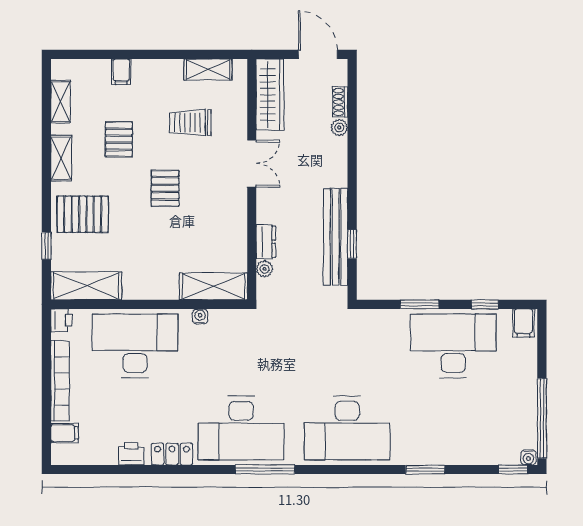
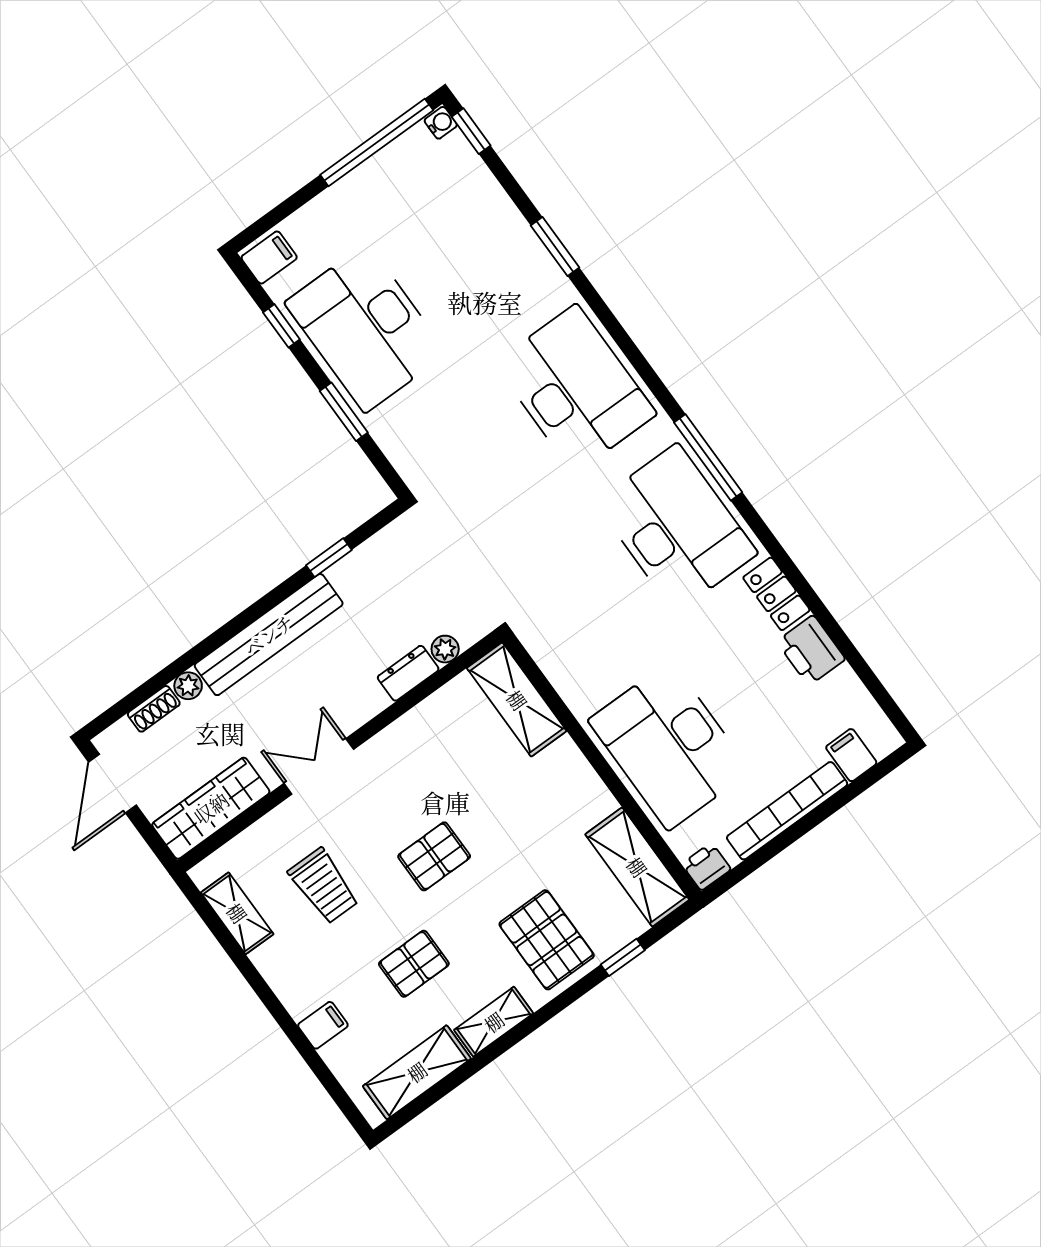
shelving: (60, 102) -> (417, 1072), width x1.50, depth x1.33
bench: (336, 237) -> (269, 635), moved
water cooler: (200, 316) -> (569, 688), removed
printer: (131, 454) -> (811, 650), width x1.36, depth x1.24

